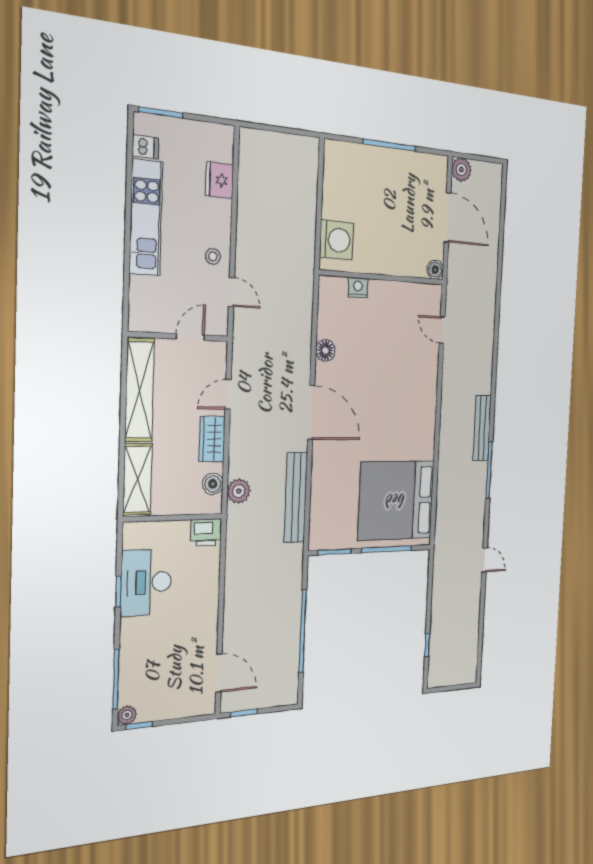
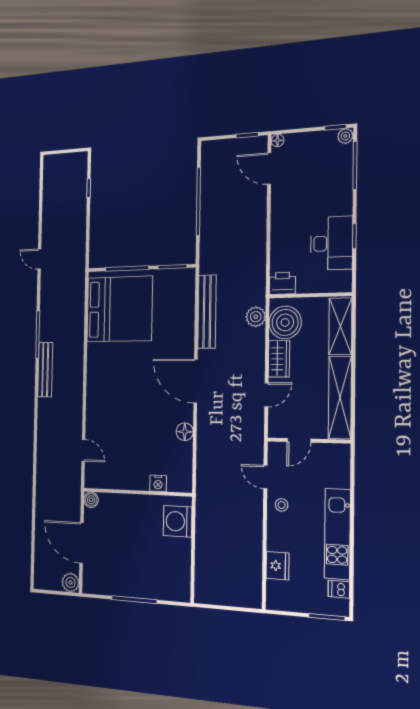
boiler: (213, 484) -> (285, 322), width x1.86, depth x1.86
floor lamp: (208, 707) -> (278, 141), added

